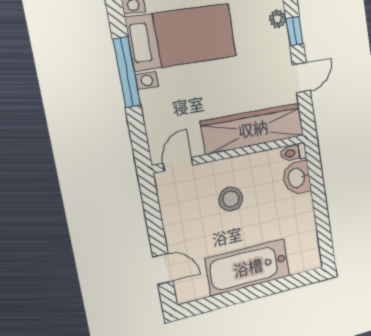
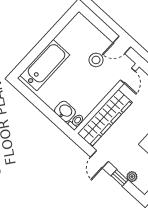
stool: (231, 199) -> (96, 60), moved
bathtub: (248, 267) -> (45, 65), moved
door: (163, 269) -> (122, 45), moved

